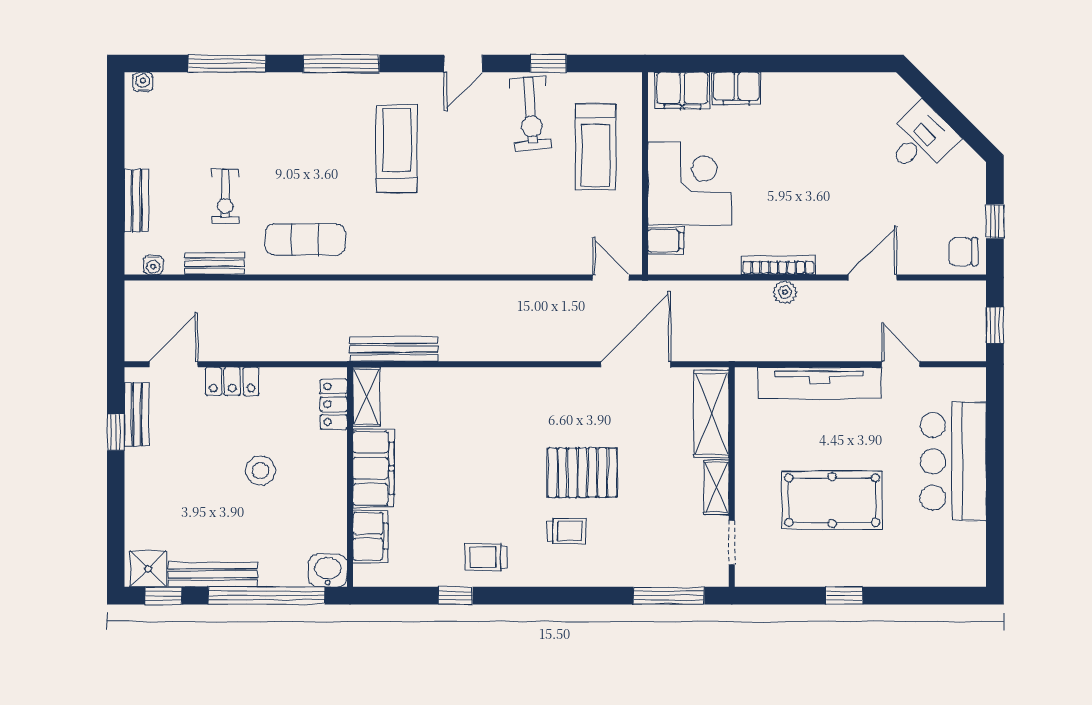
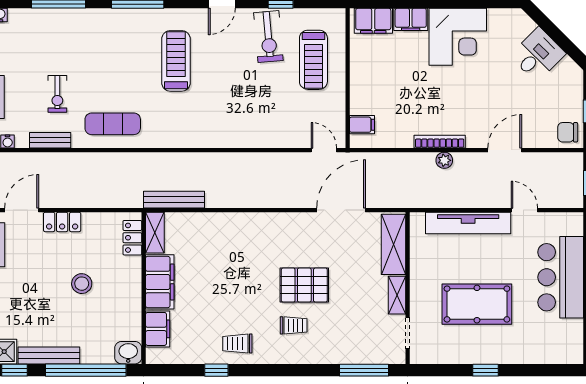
corner desk: (689, 184) -> (458, 37), moved, turned 90

